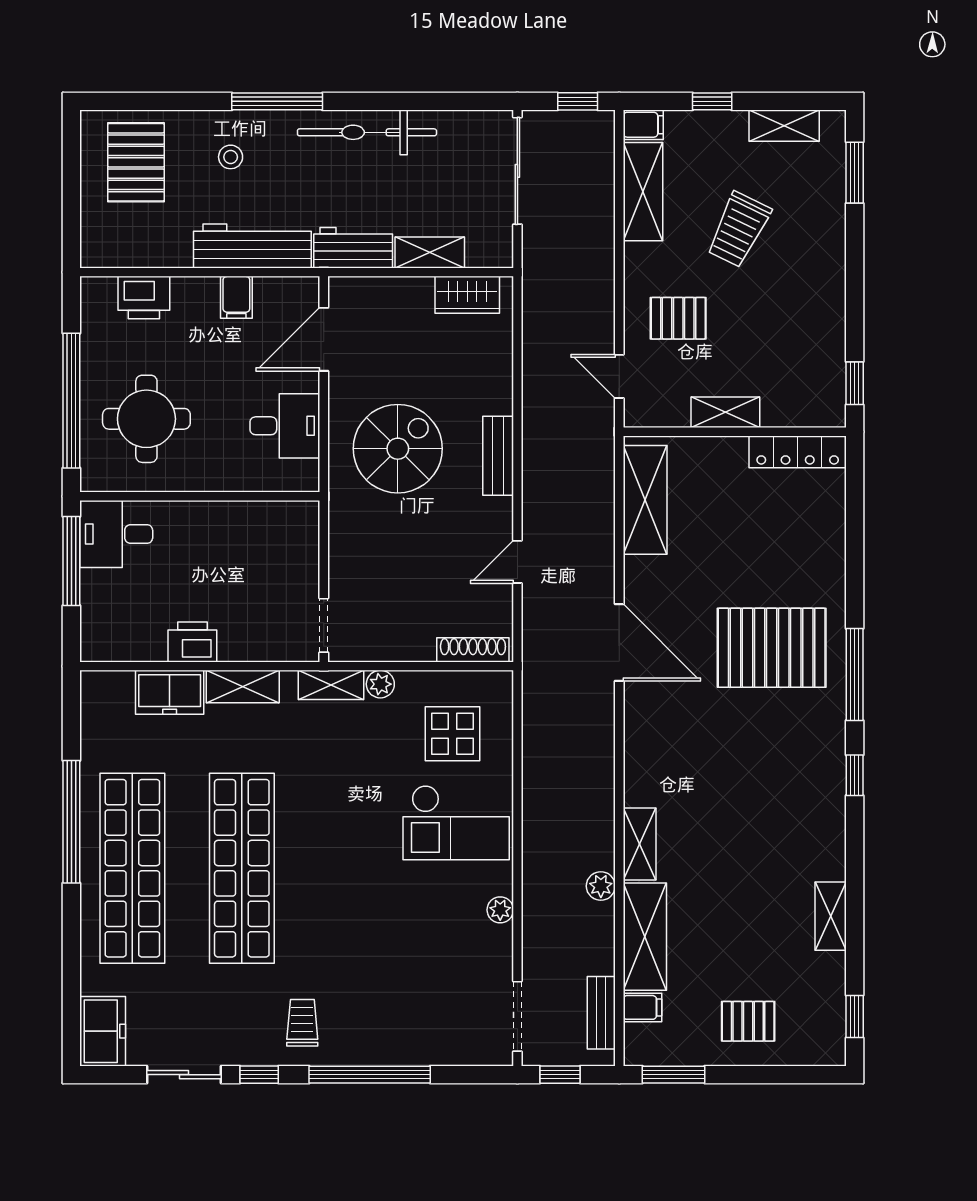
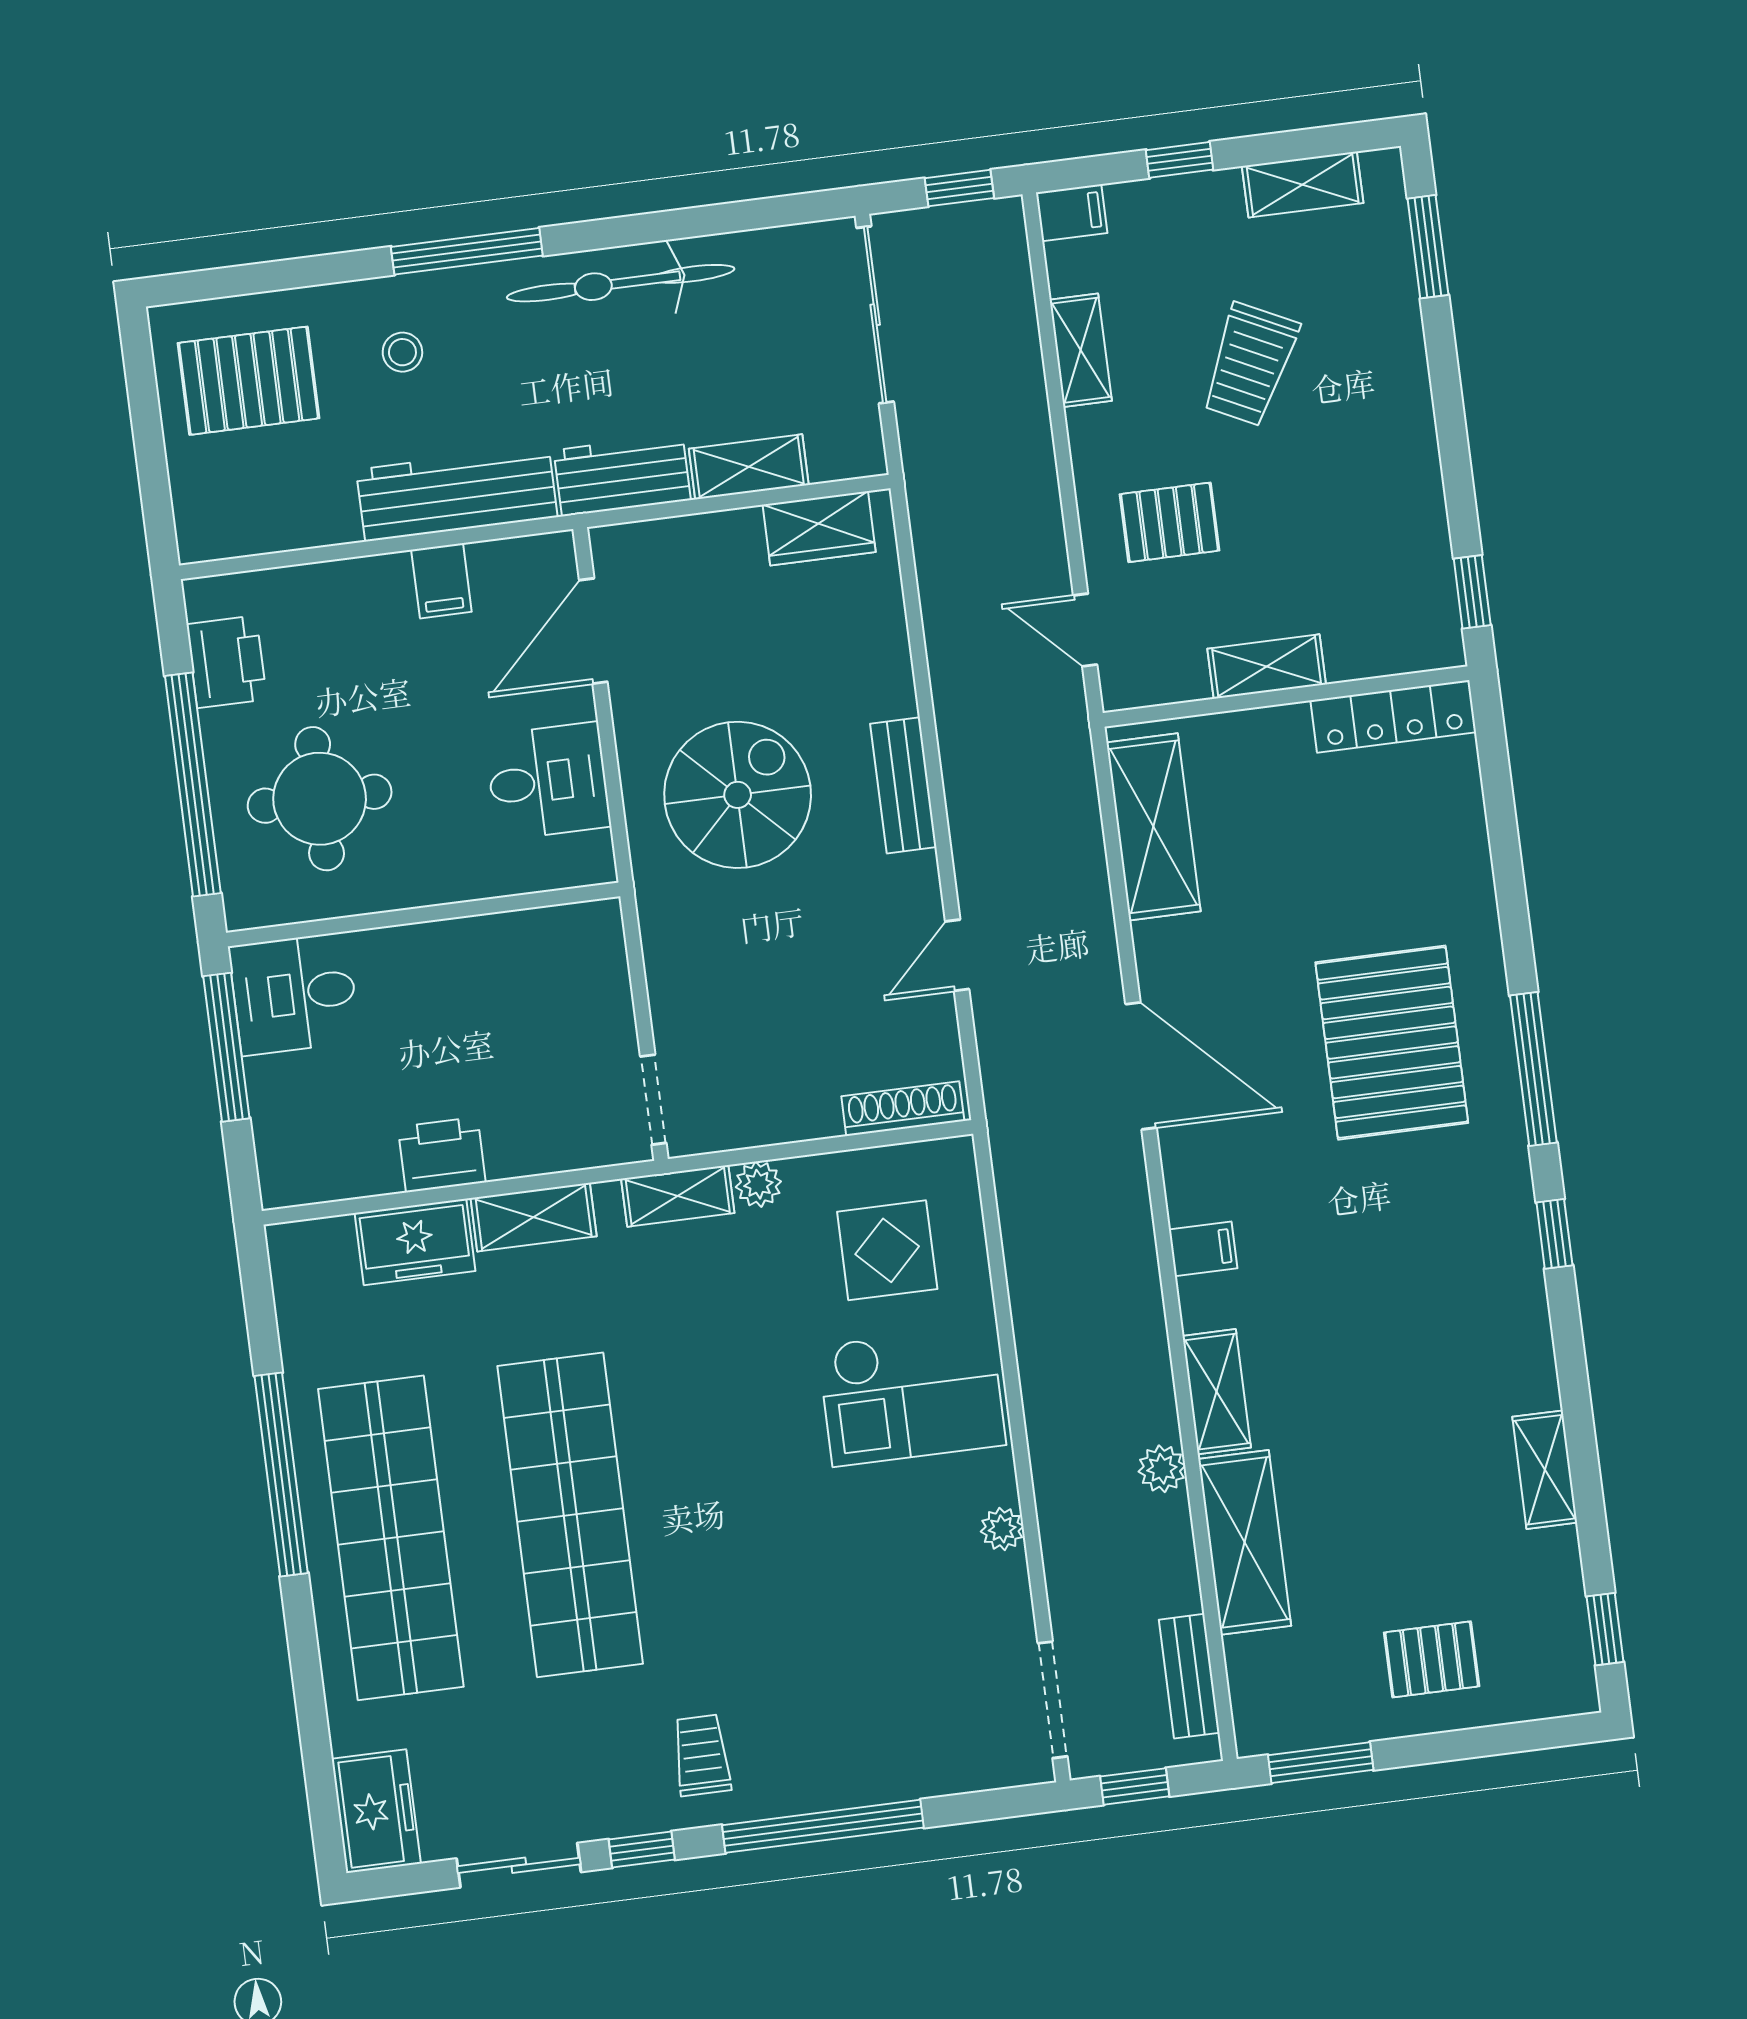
pallet: (136, 162) -> (249, 381), turned 90
shelving: (643, 192) -> (1081, 350), width x0.67, depth x0.75
printer: (144, 298) -> (227, 662), moved, turned -90
pallet: (772, 648) -> (1392, 1043), turned 90
filing cabinet: (642, 1007) -> (1203, 1249), moved

